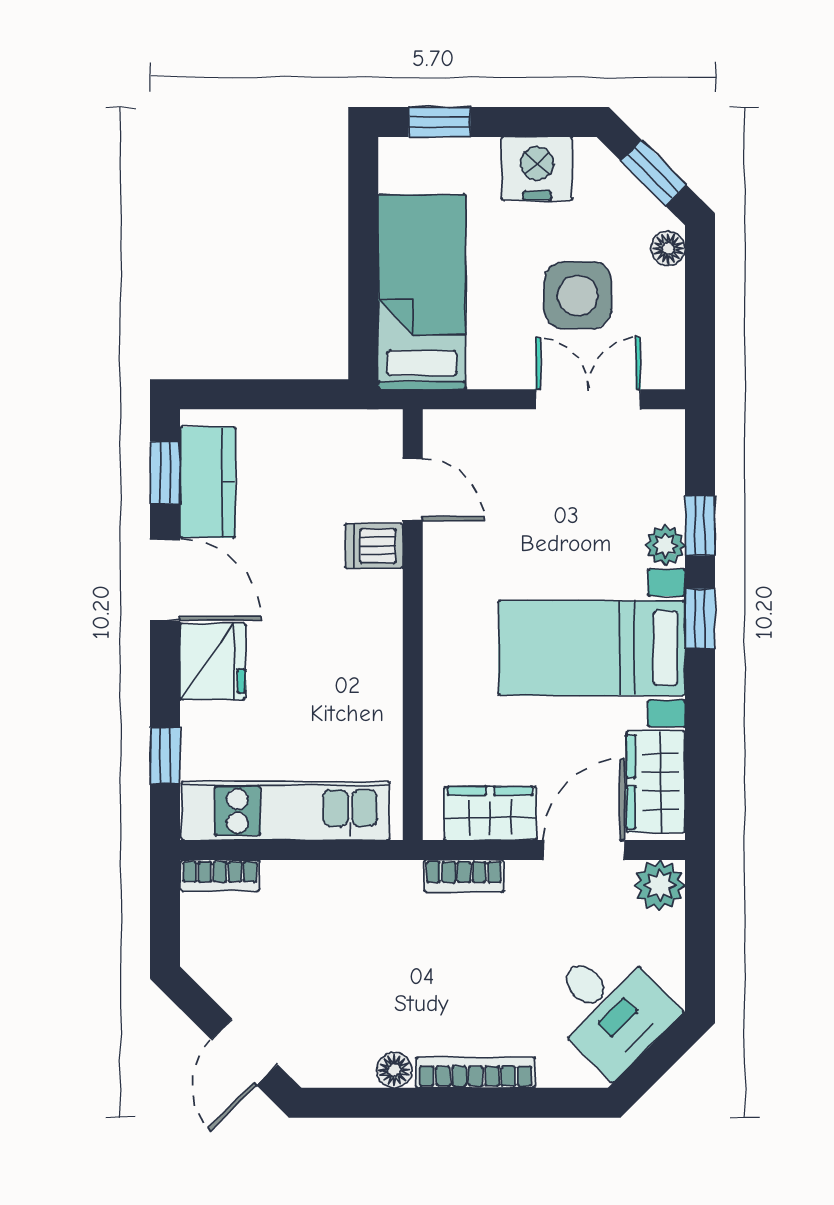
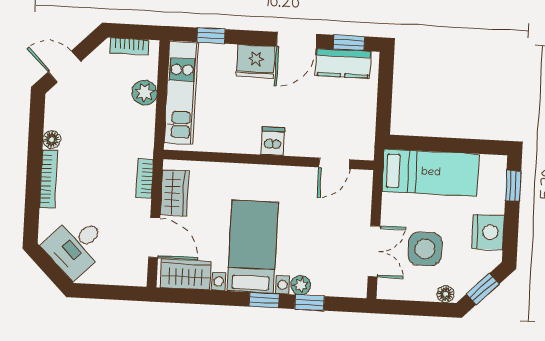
dishwasher: (374, 546) -> (273, 141), moved
bookcase: (220, 876) -> (129, 46), moved, turned -90
plant: (660, 885) -> (144, 93), moved

